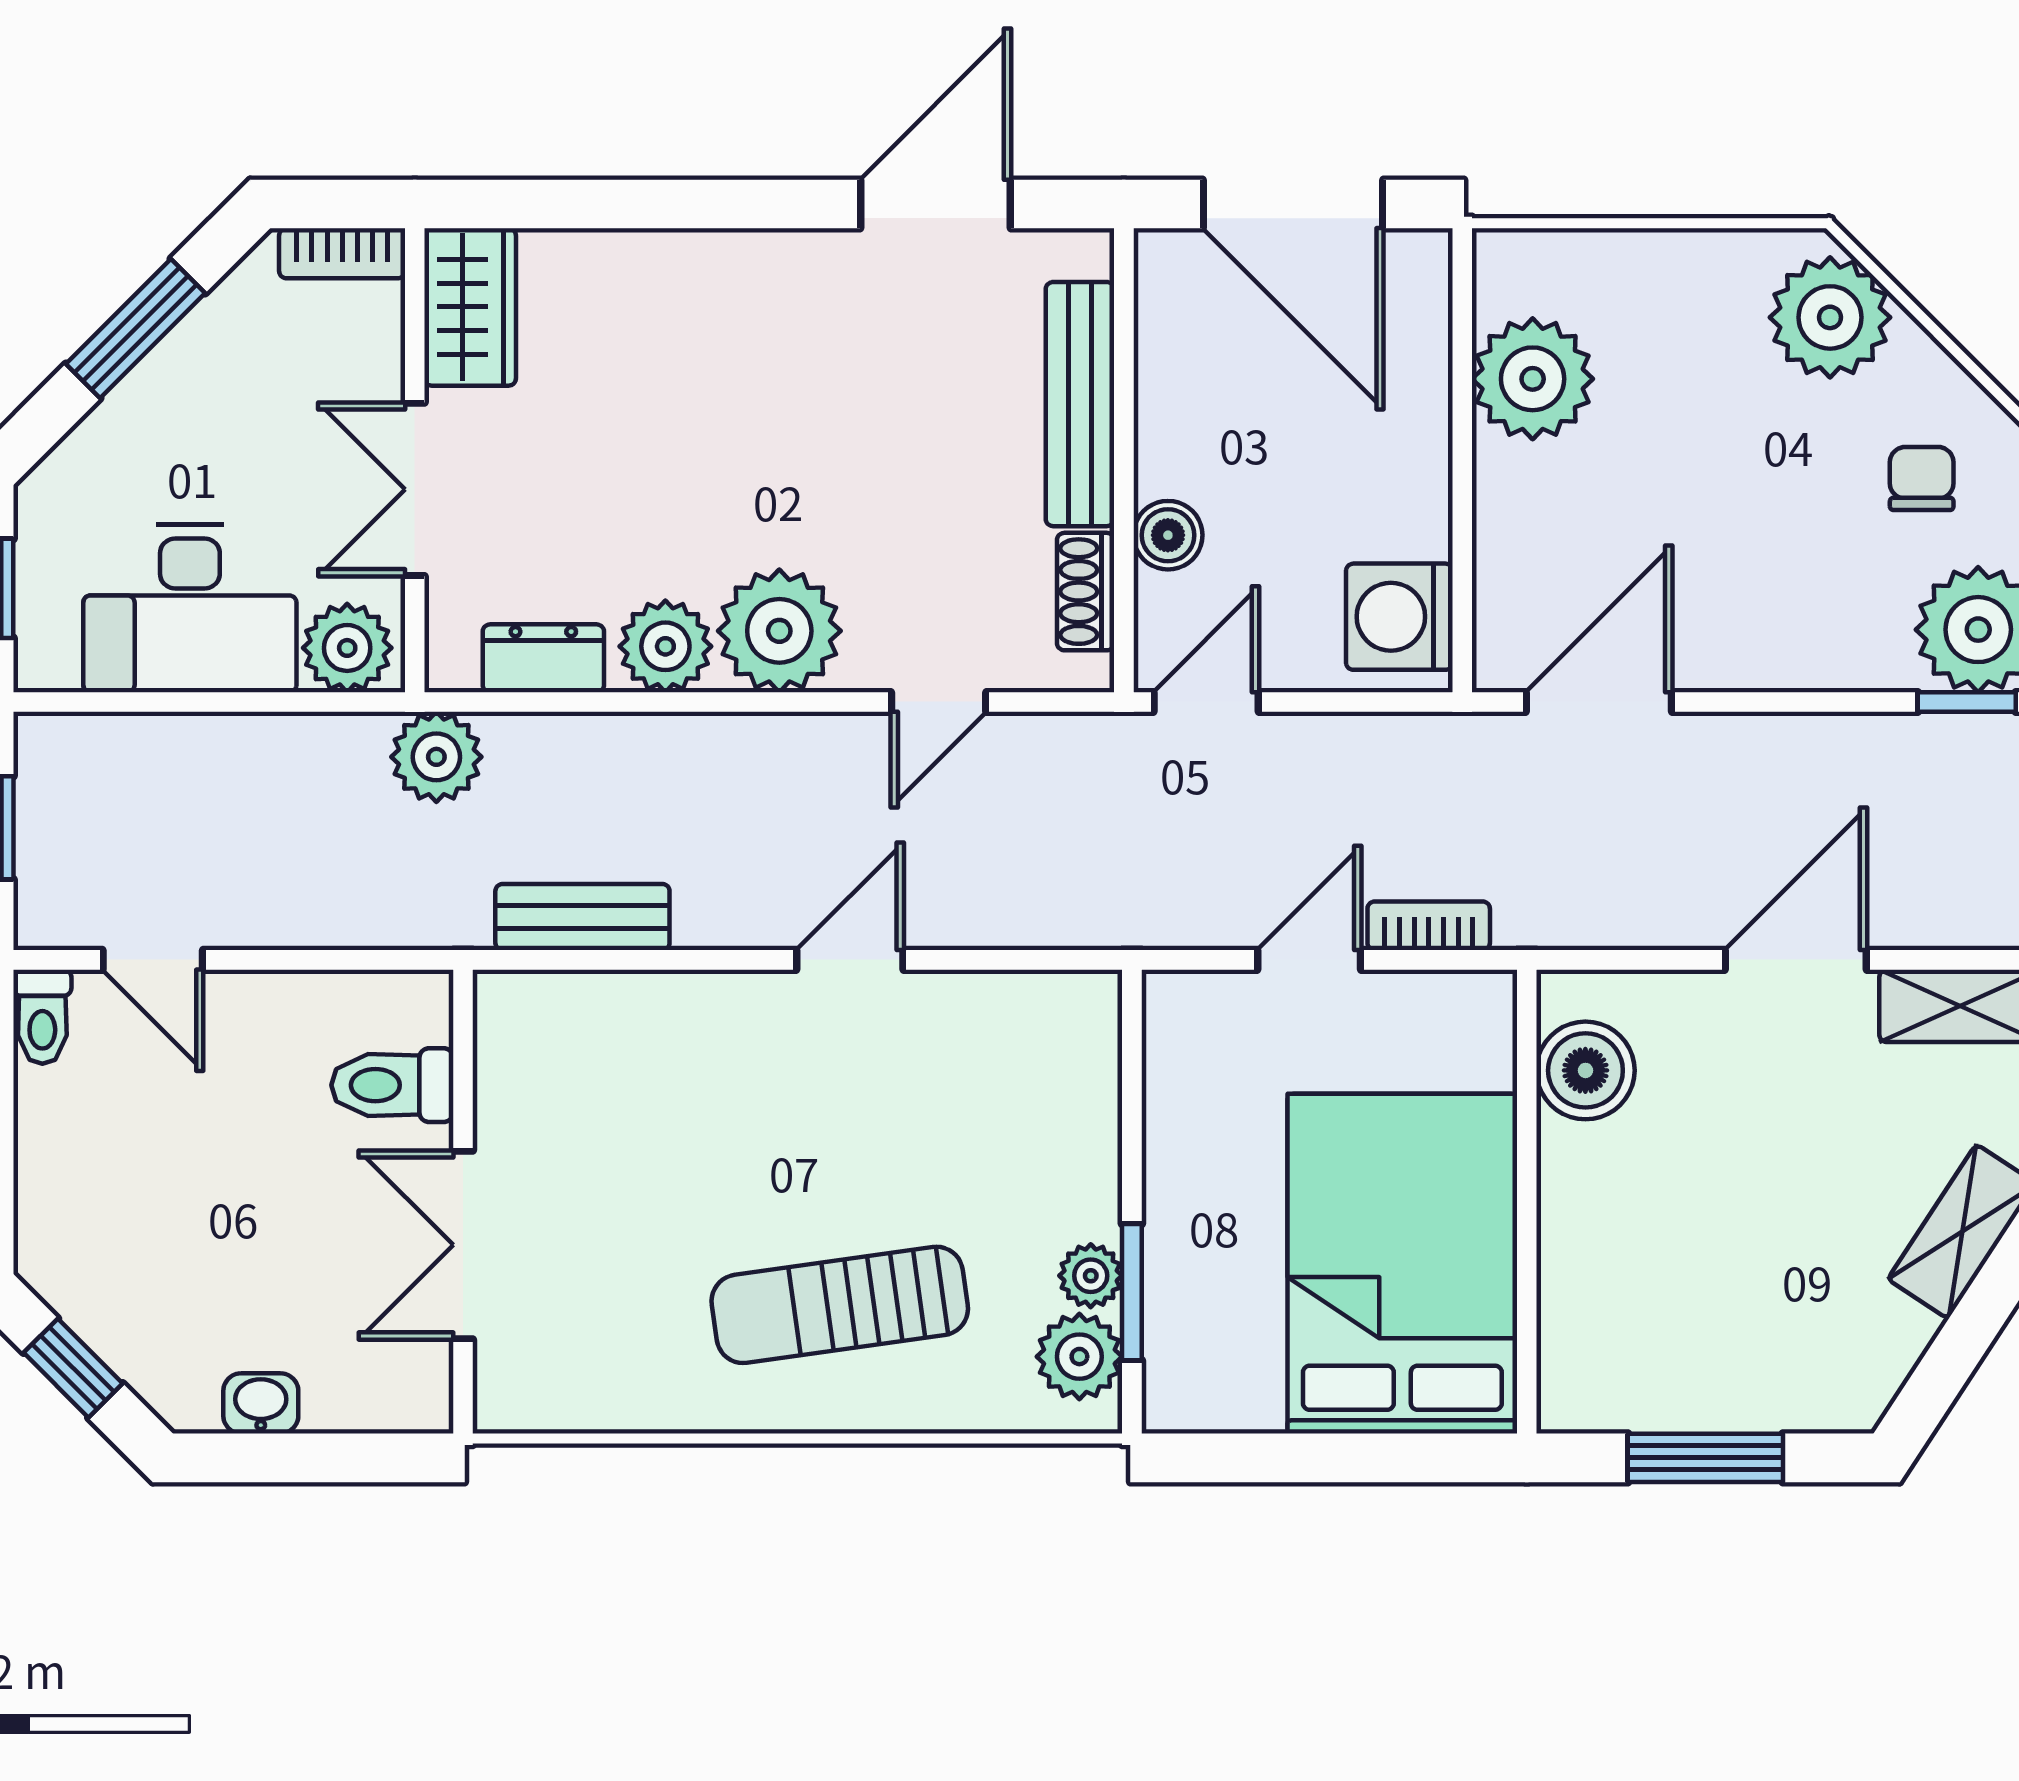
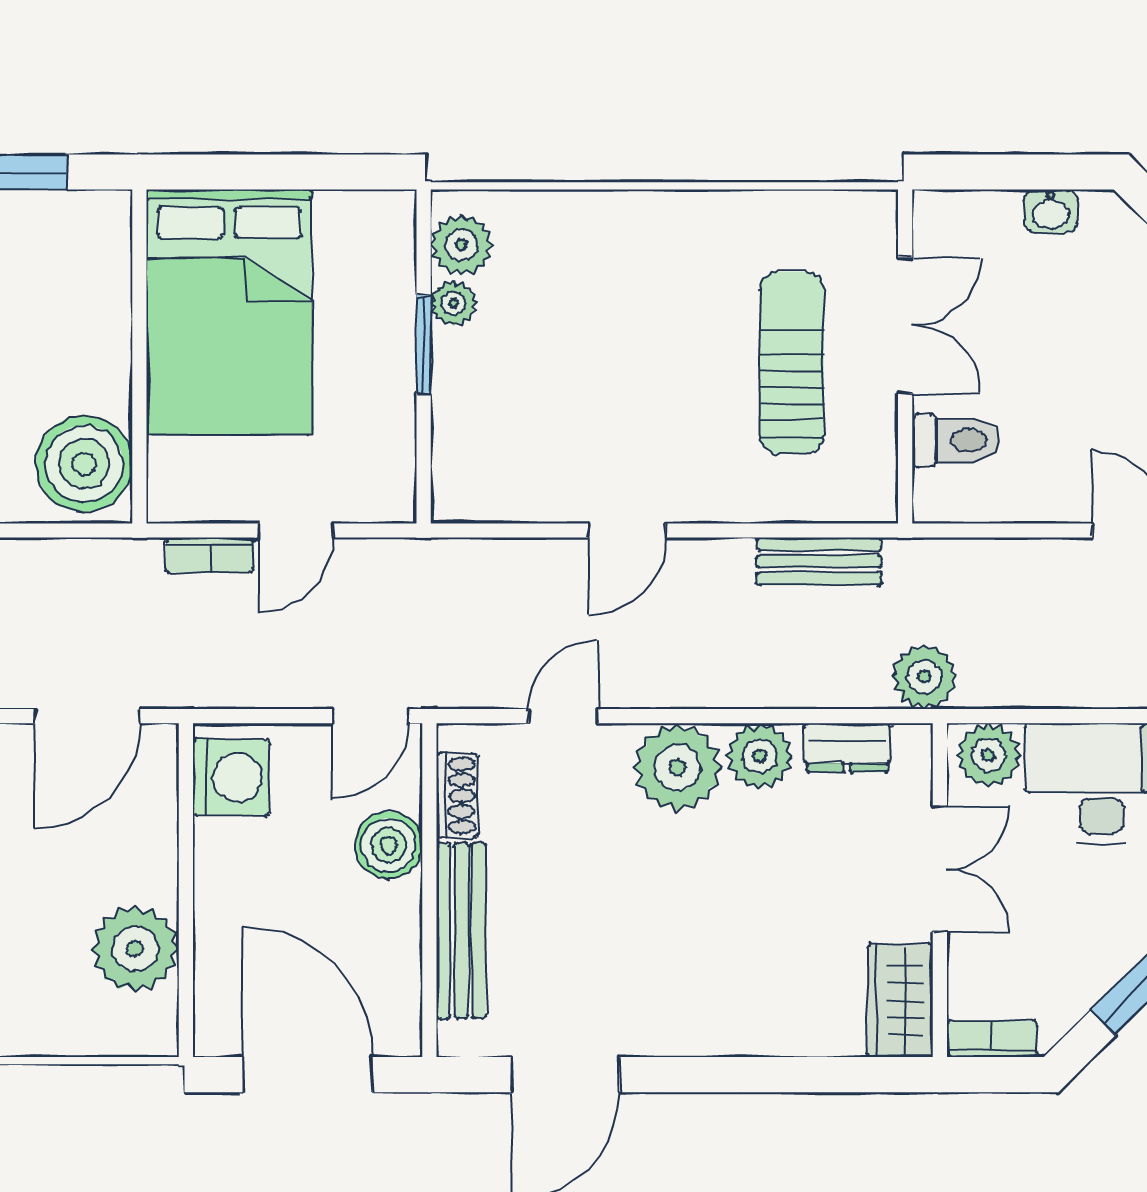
boiler: (1168, 535) -> (389, 845), width x1.36, depth x1.36
boiler: (1585, 1070) -> (84, 464), width x1.37, depth x1.37
window: (1132, 1292) -> (424, 344), moved
sun lounger: (840, 1305) -> (792, 363), moved, turned -82

